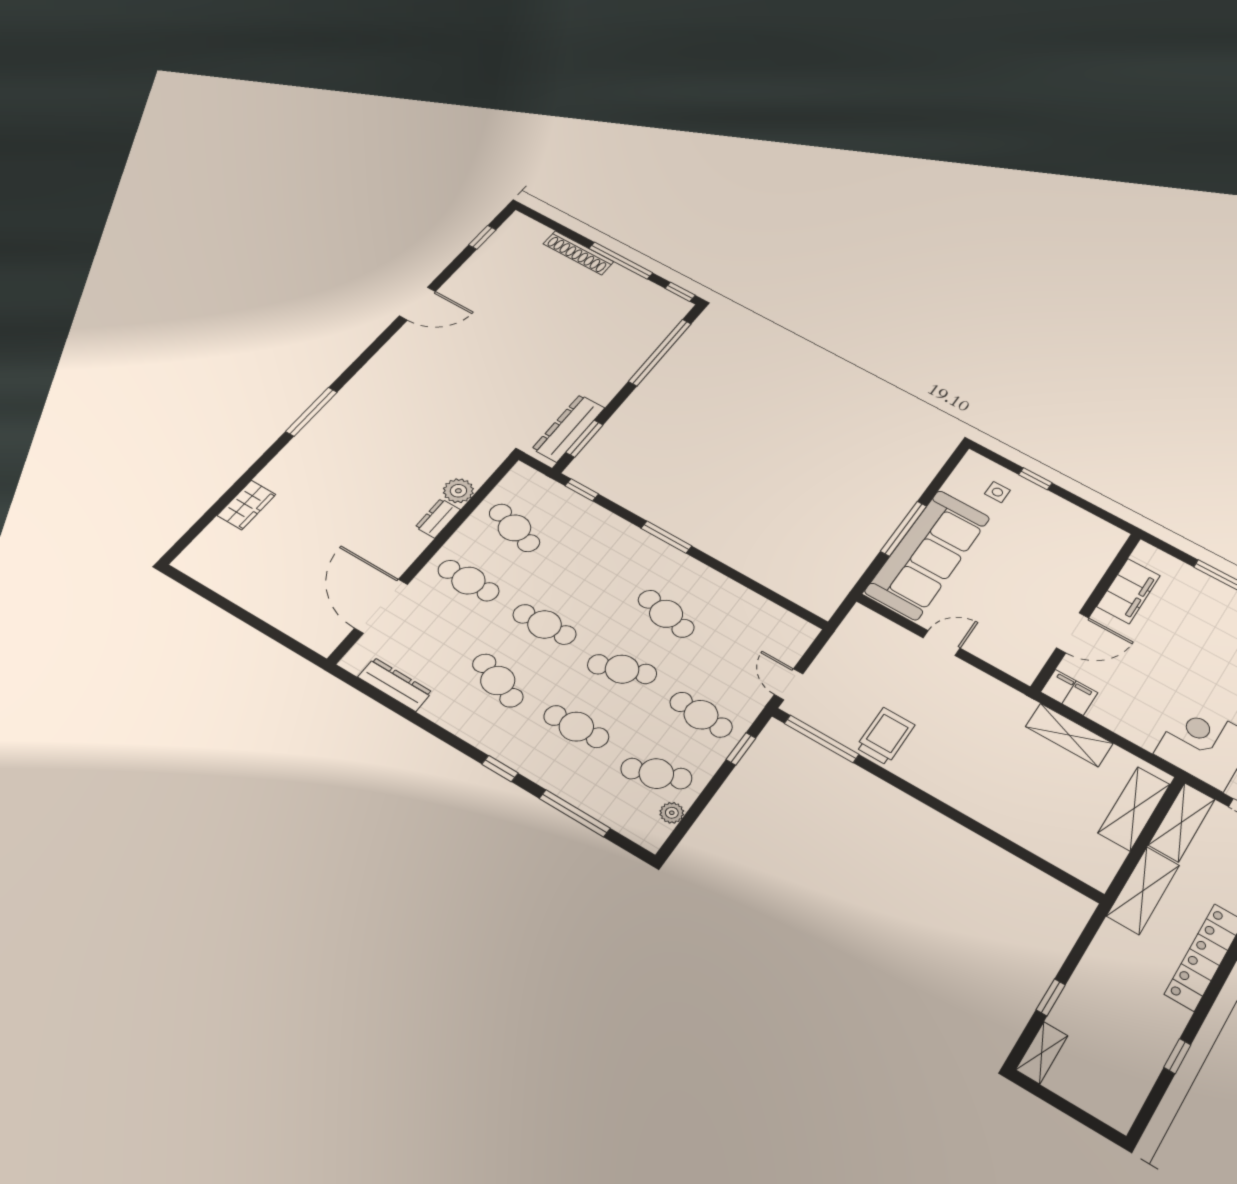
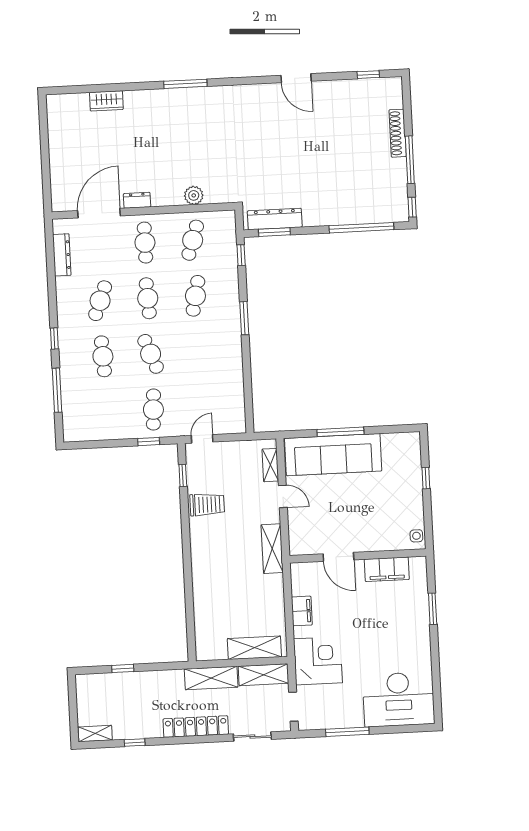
side table: (997, 492) -> (416, 536), moved
dresser: (438, 518) -> (137, 200), moved
cafe table: (666, 614) -> (195, 296), moved
shelving: (887, 630) -> (270, 465), added
filing cabinet: (1069, 692) -> (302, 611), moved
shelving: (1069, 735) -> (272, 549), moved
window: (822, 739) -> (183, 475), width x0.46
cafe table: (656, 774) -> (106, 412), removed
plant: (672, 813) -> (90, 434), removed
shelving: (1042, 1053) -> (95, 734), moved

